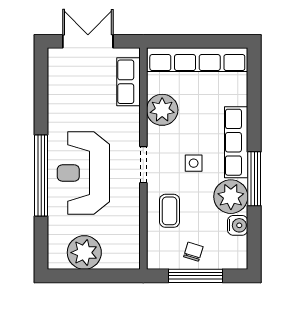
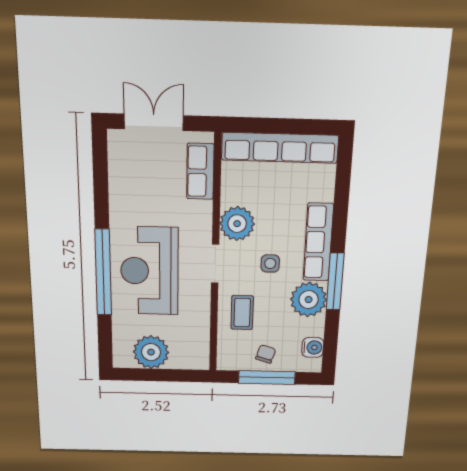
plant: (162, 110) -> (237, 224), moved
water cooler: (238, 225) -> (313, 347), moved

